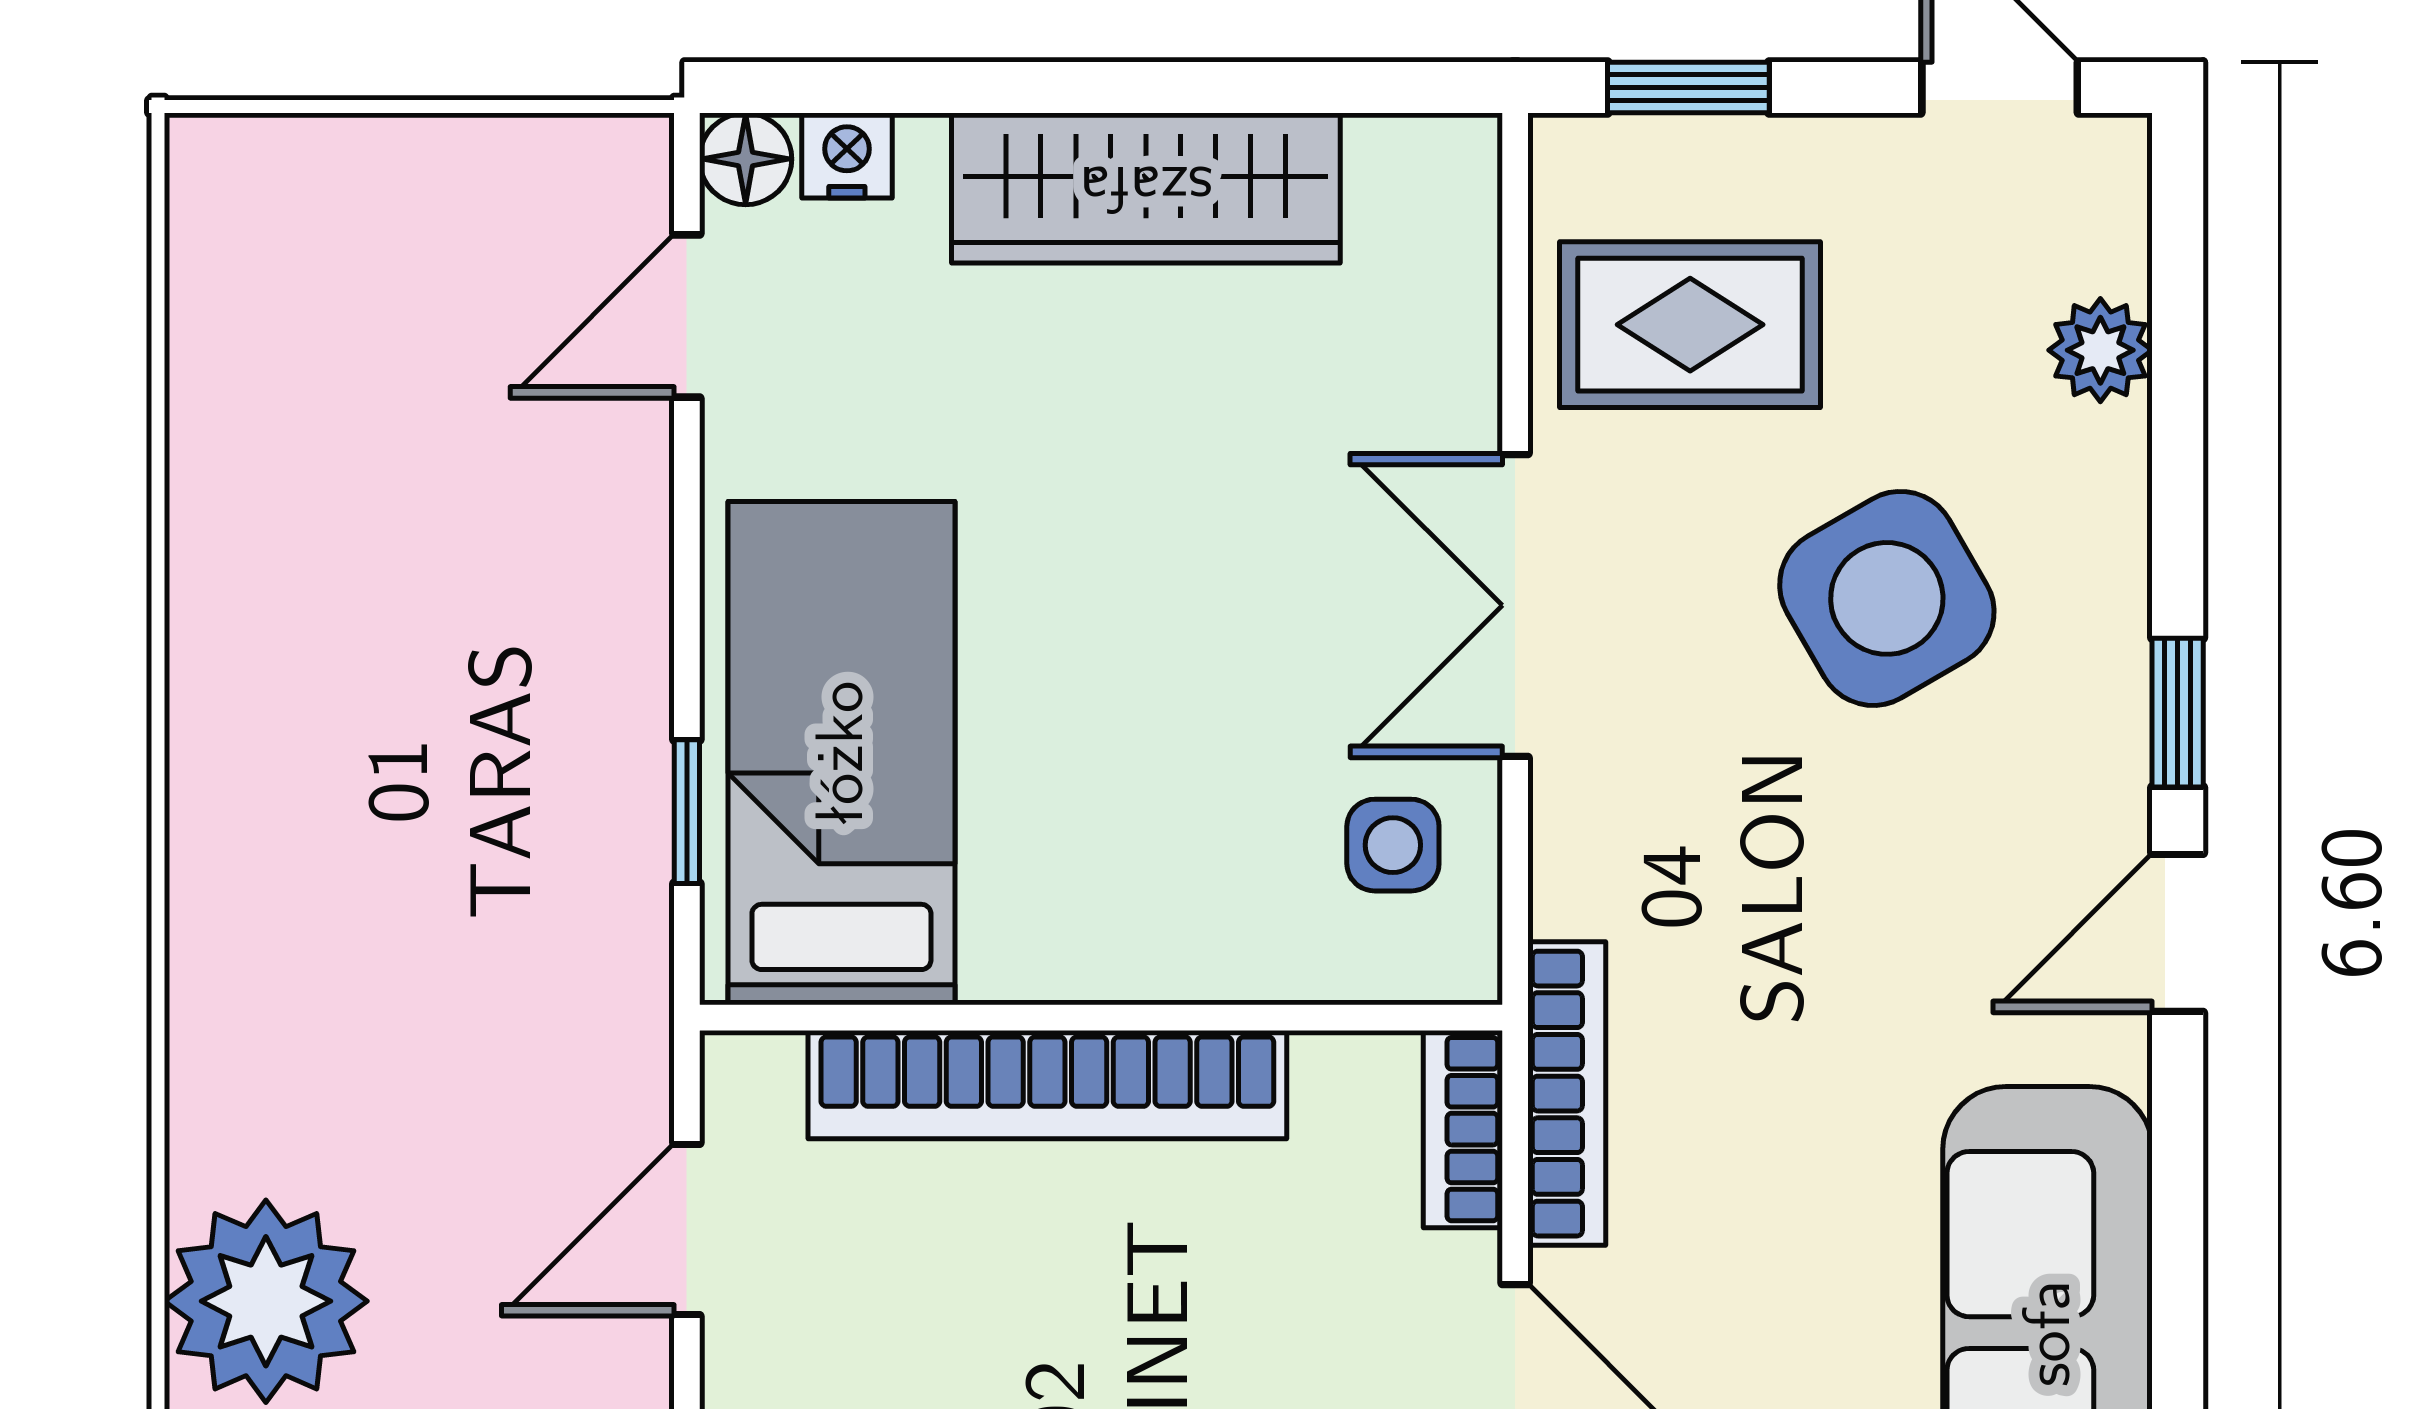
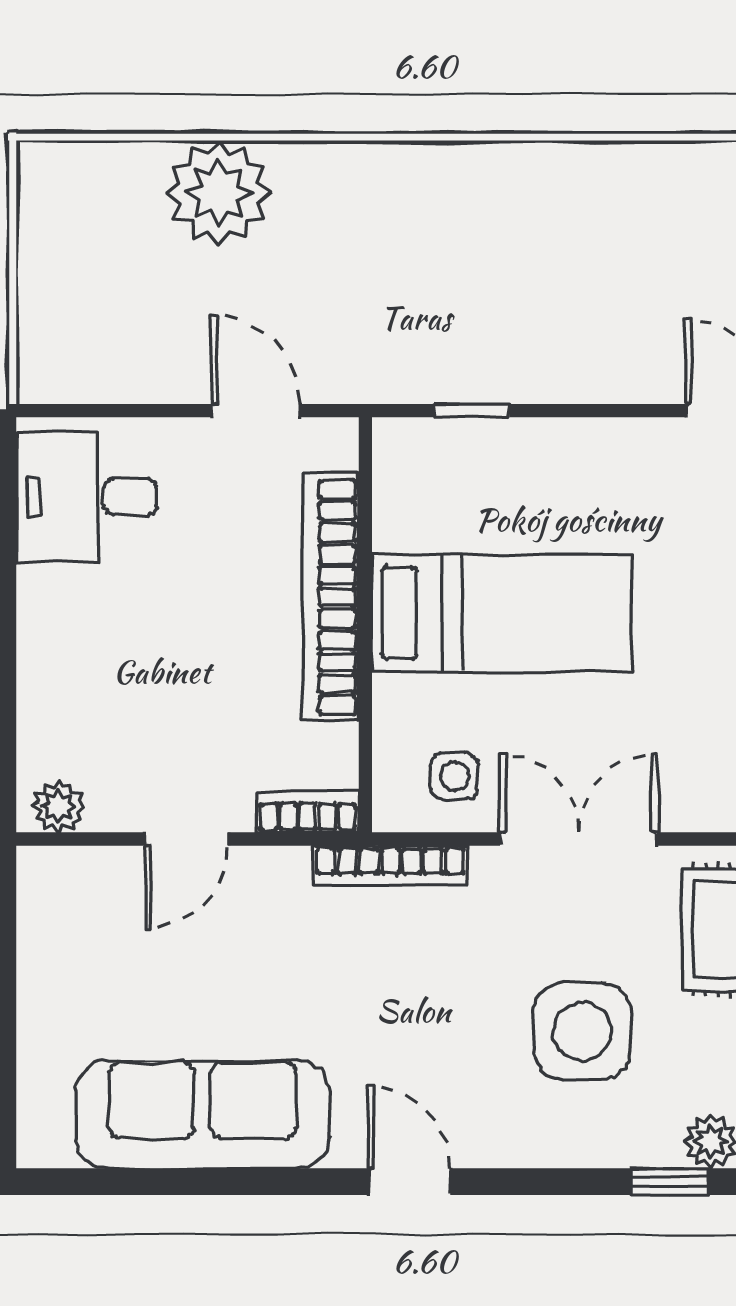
side table: (1887, 598) -> (582, 1031), turned 30
window: (2178, 713) -> (669, 1182), moved
bed: (841, 753) -> (502, 613), moved
bookcase: (1567, 1094) -> (390, 866), moved

